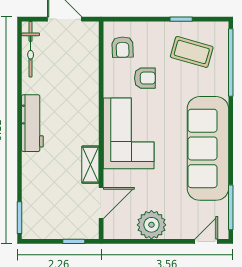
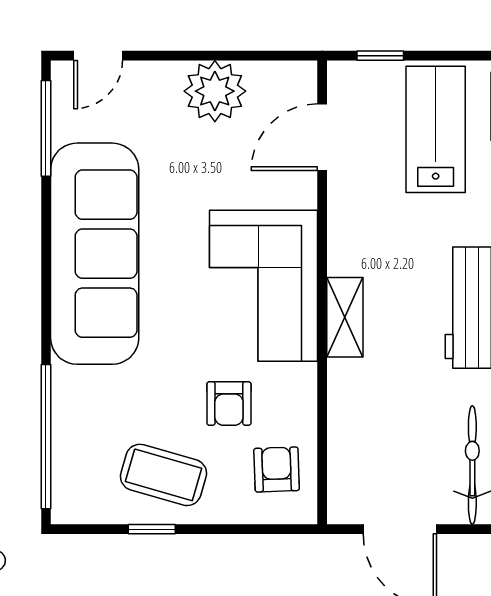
coffee table: (192, 52) -> (163, 475), moved
armchair: (145, 78) -> (229, 404), turned -90
shelving: (90, 165) -> (345, 317), moved
lab bench: (48, 207) -> (436, 129), added

